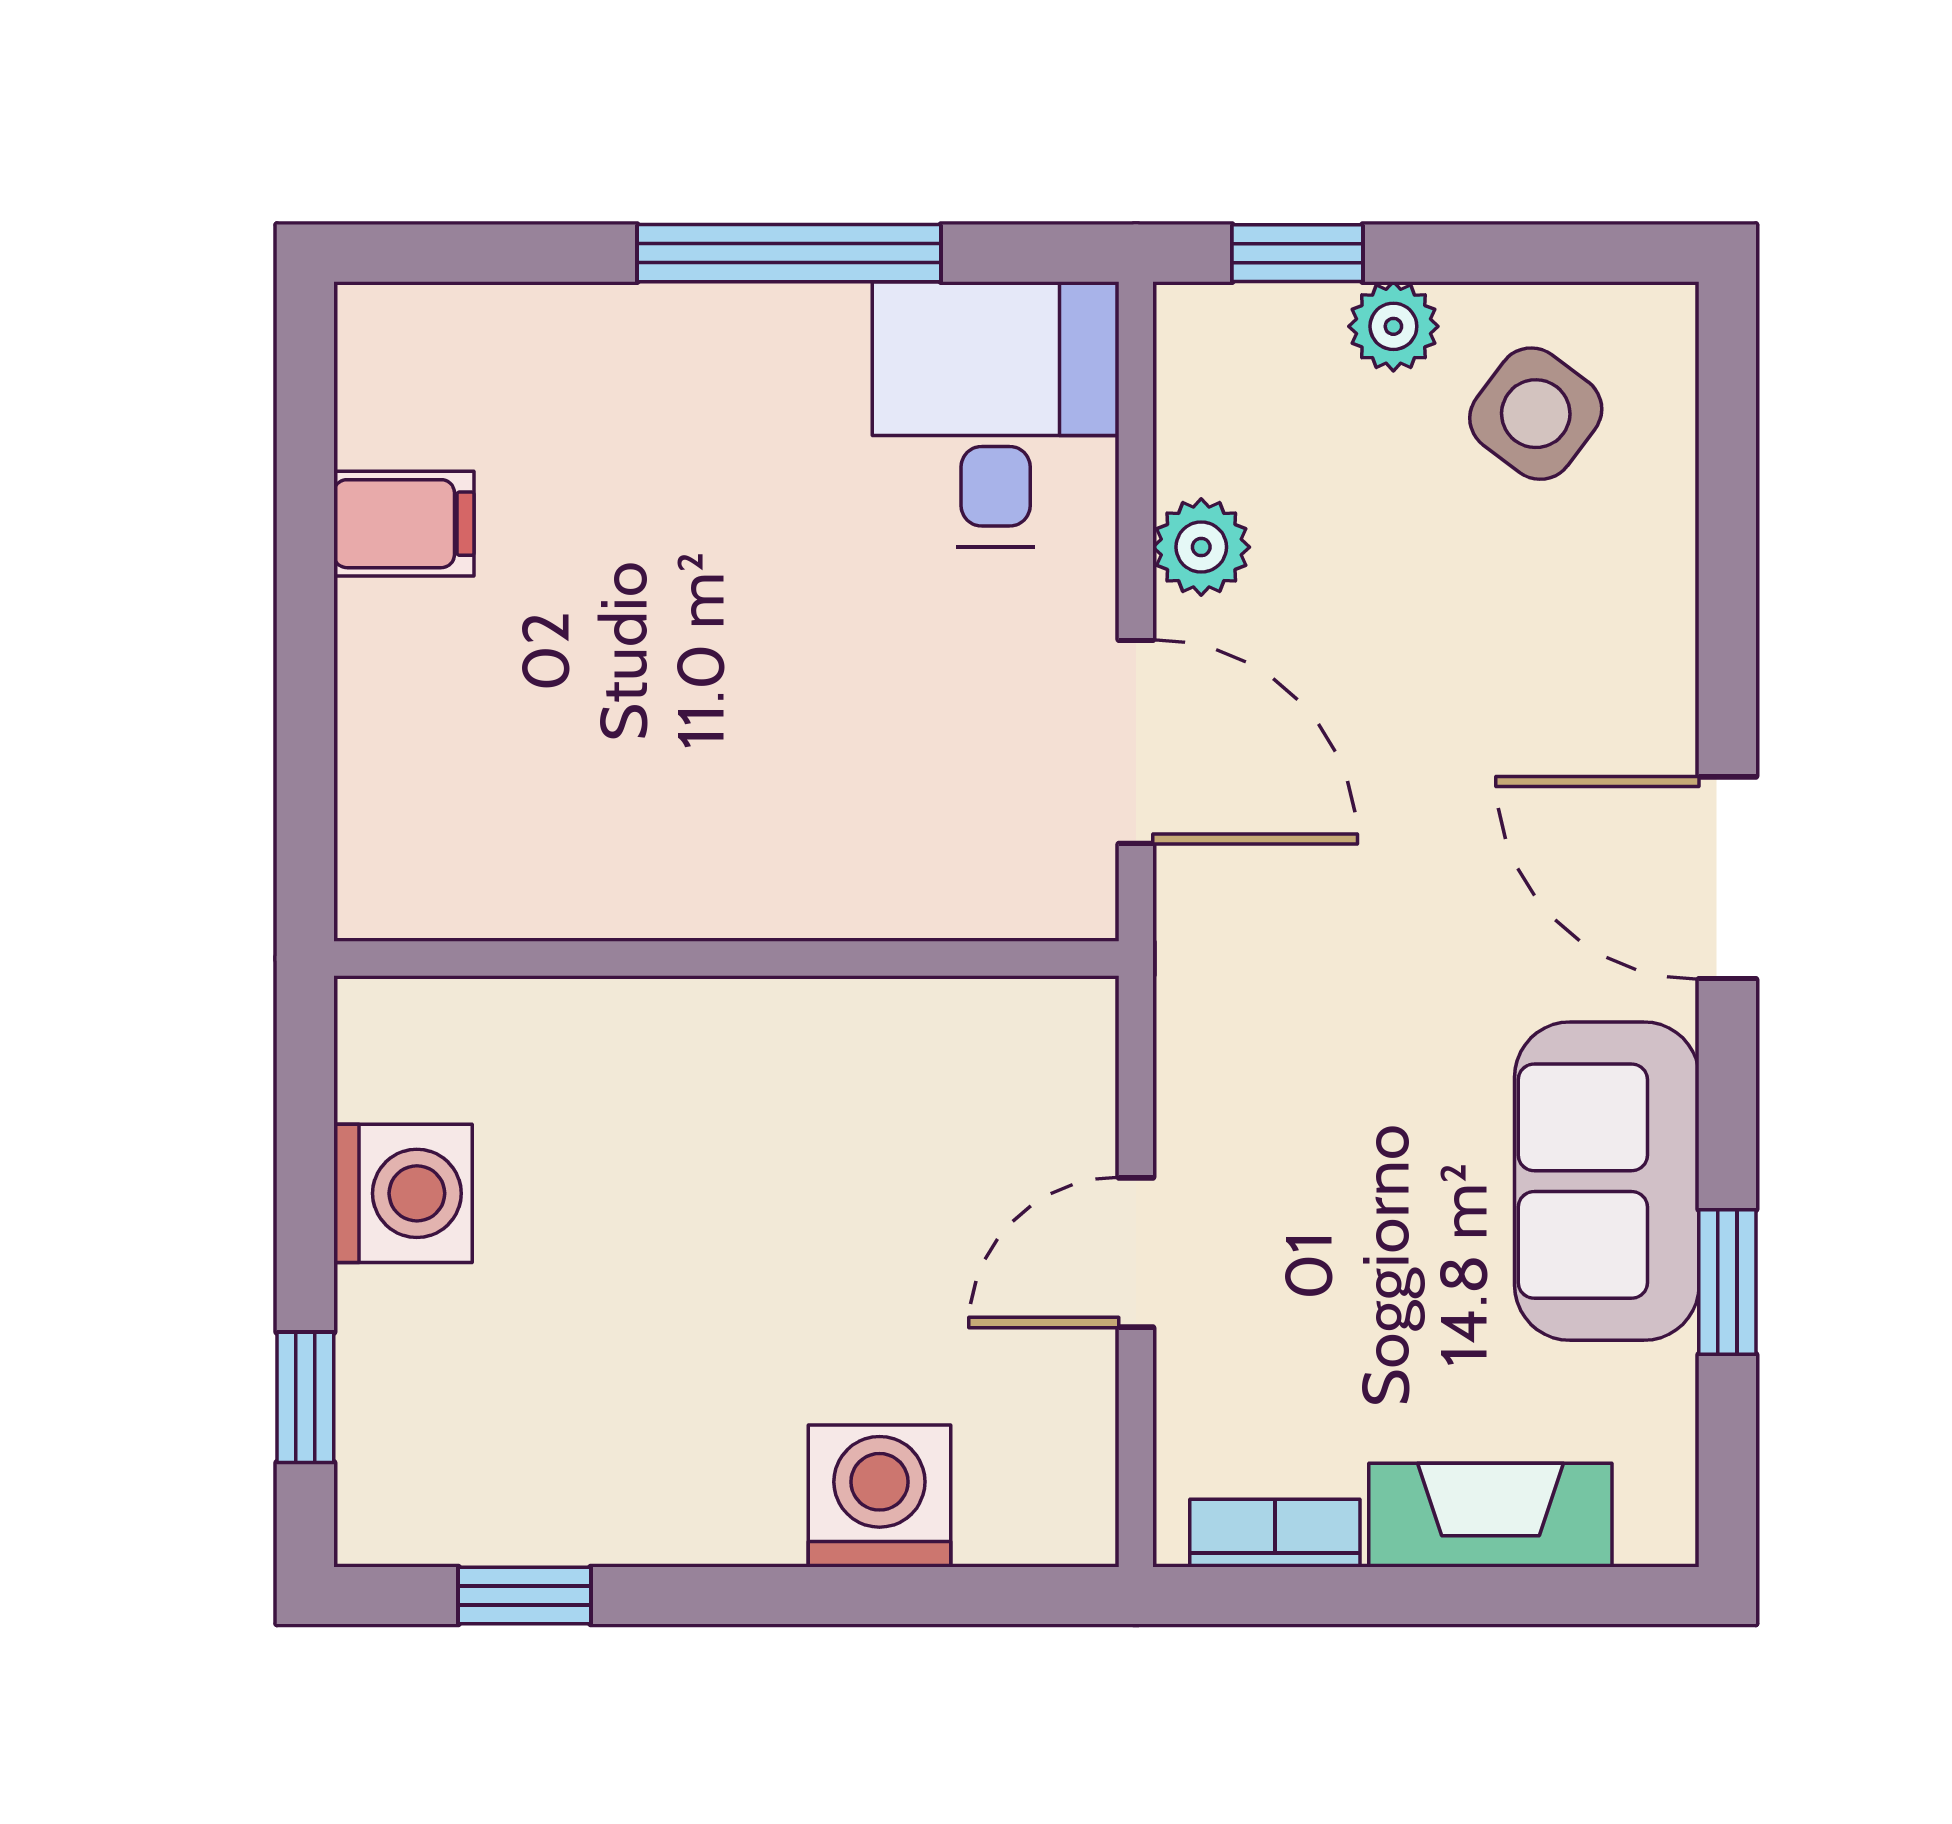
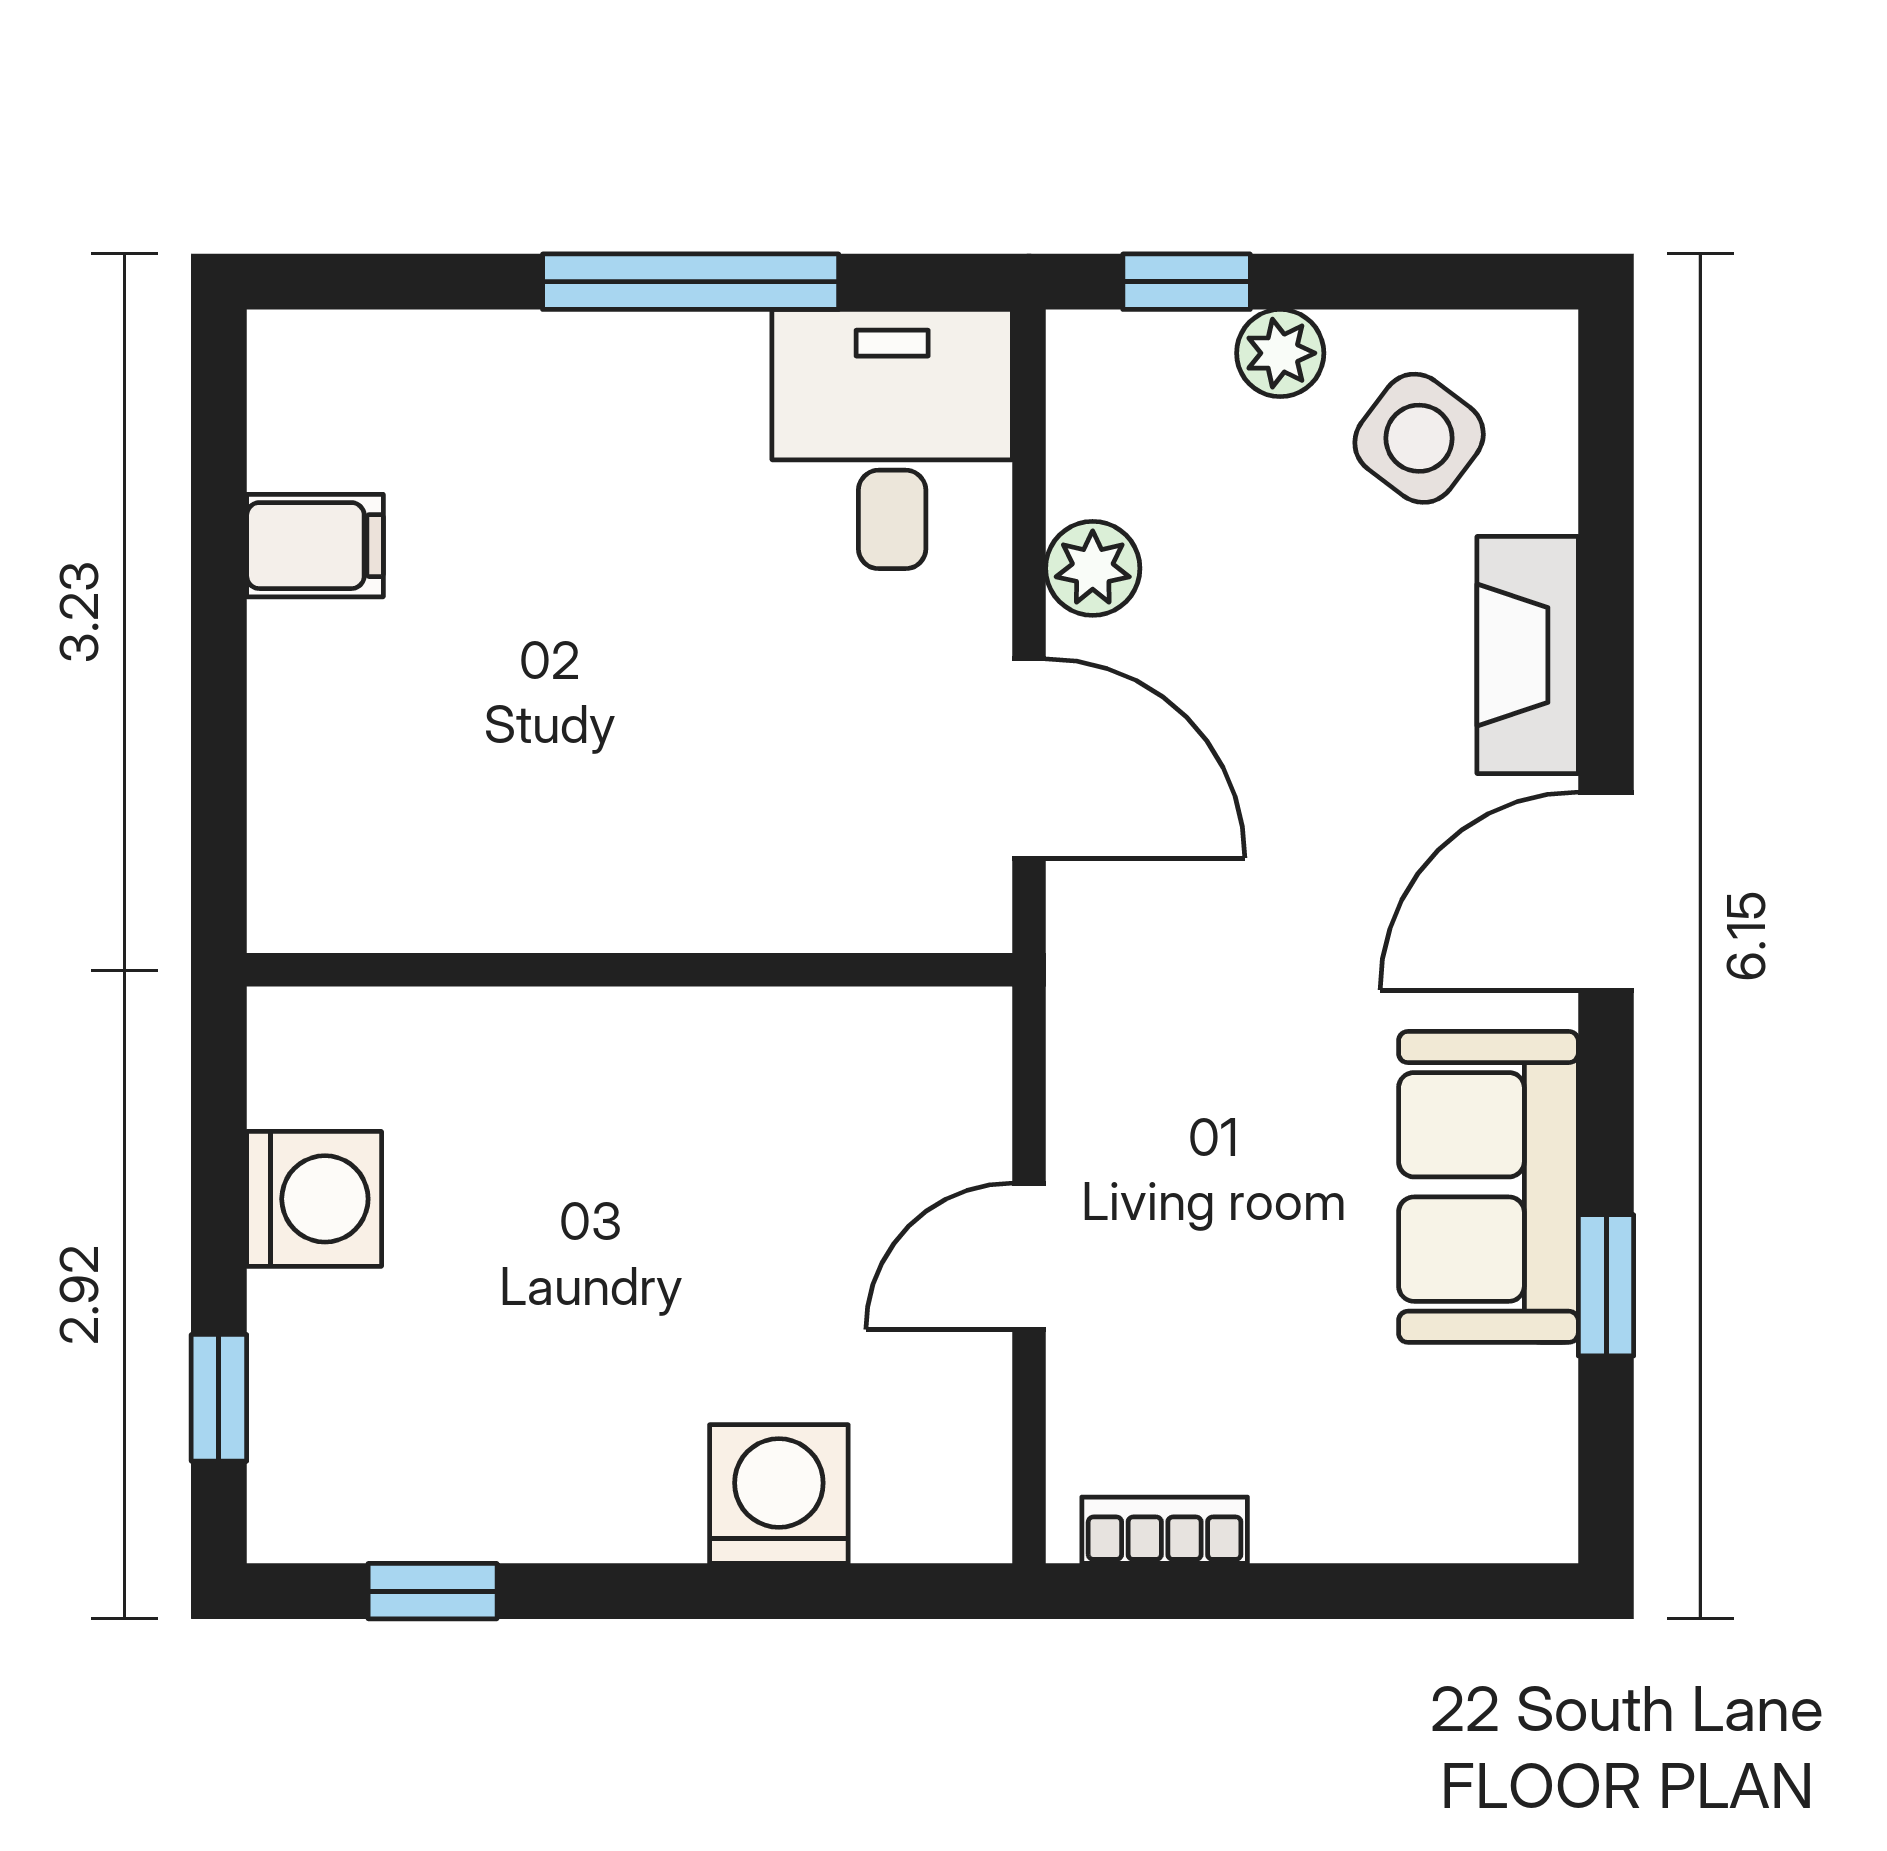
door: (1727, 878) -> (1606, 891), hinge flipped
fireplace: (1490, 1515) -> (1528, 655), moved, turned -90

